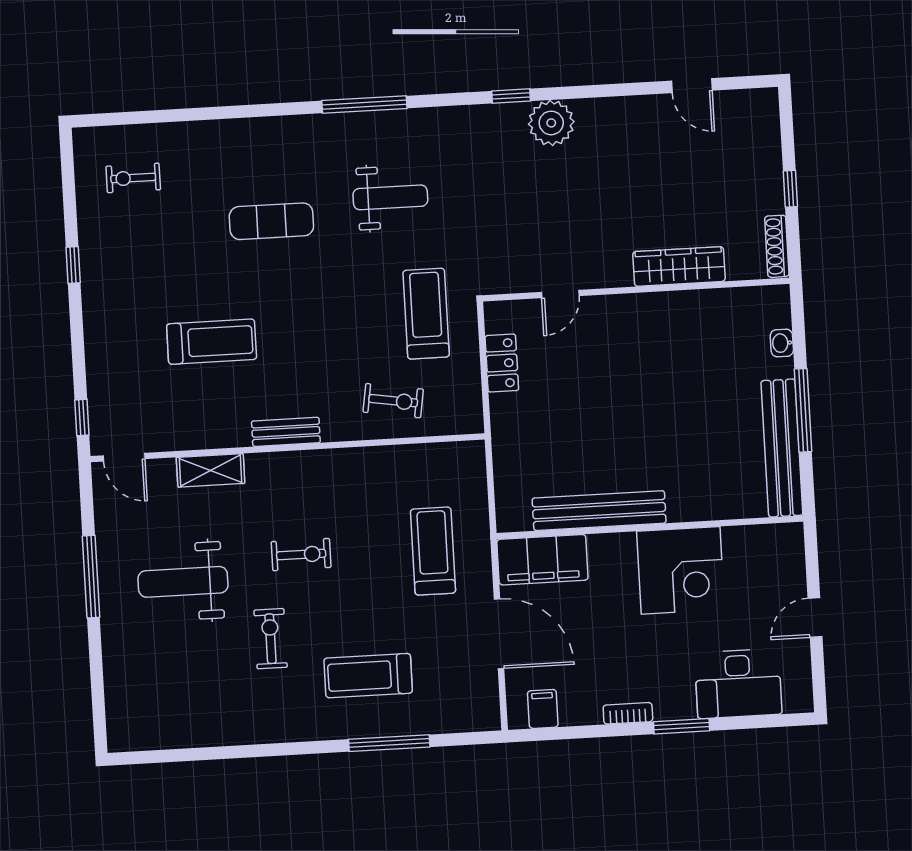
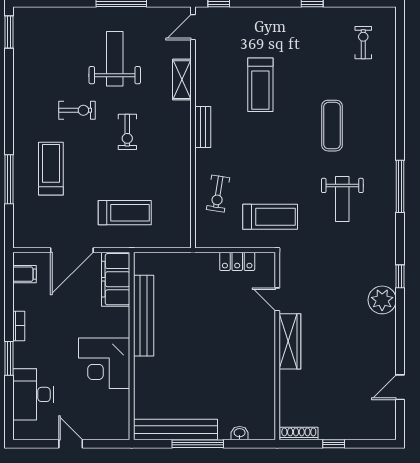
wardrobe: (679, 266) -> (290, 341), moved
window: (149, 757) -> (9, 32), added

